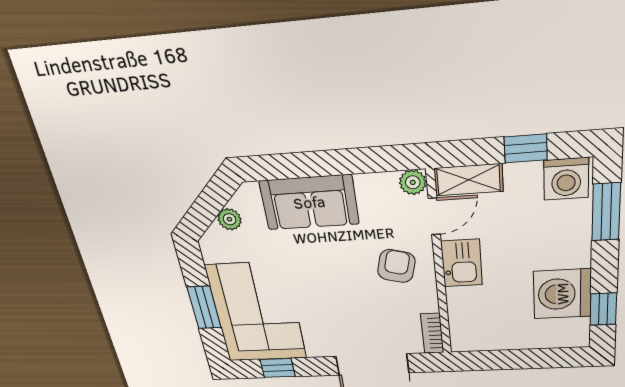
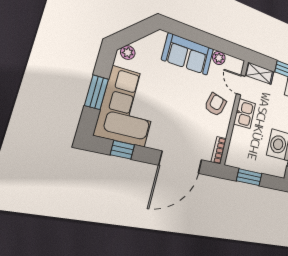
plant: (413, 182) -> (219, 58), moved
door: (434, 216) -> (241, 85), swing flipped
plant: (230, 219) -> (128, 53), moved
window: (509, 360) -> (249, 177), added

